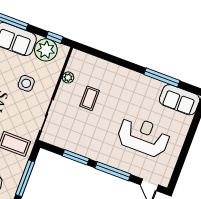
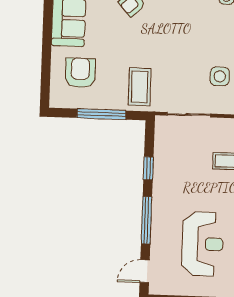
window: (76, 157) -> (148, 168), width x0.67

